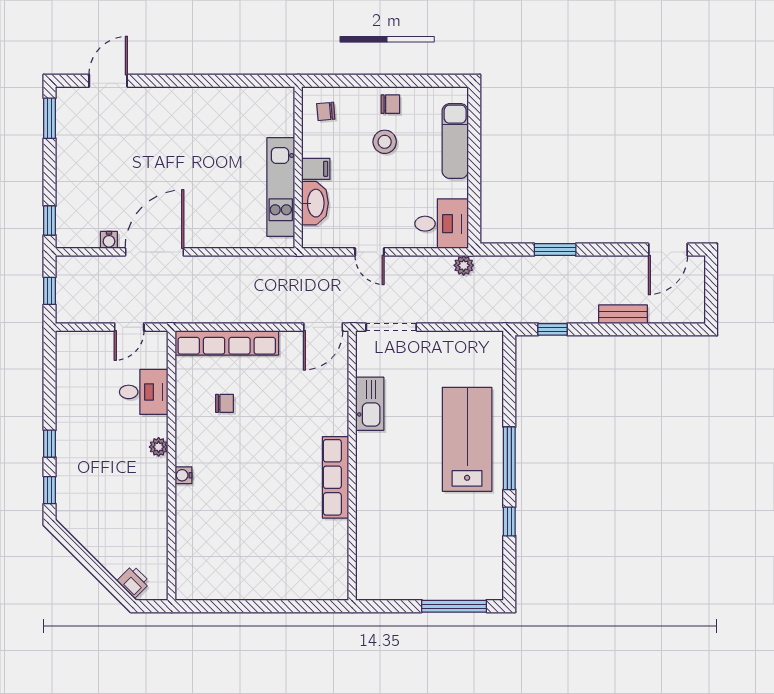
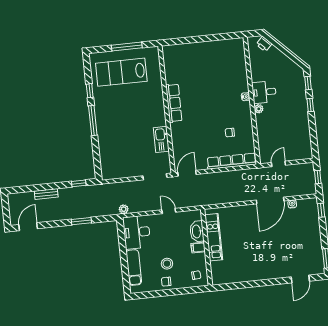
desk: (442, 224) -> (137, 232), width x1.37
desk: (144, 392) -> (264, 92), moved
lab bench: (467, 439) -> (121, 72), moved, turned 90
window: (454, 606) -> (127, 47), moved

